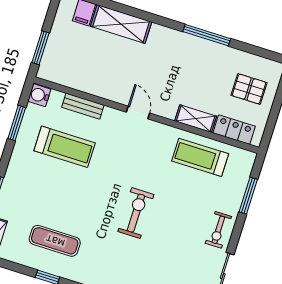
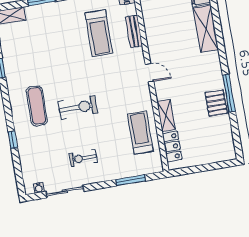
pallet: (249, 89) -> (216, 103), moved
door: (138, 113) -> (150, 73), hinge flipped
exercise bike: (218, 230) -> (83, 158), moved
exercise mat: (55, 241) -> (37, 106), moved

